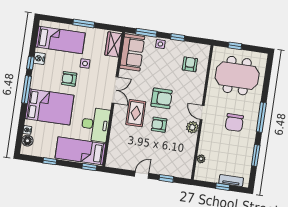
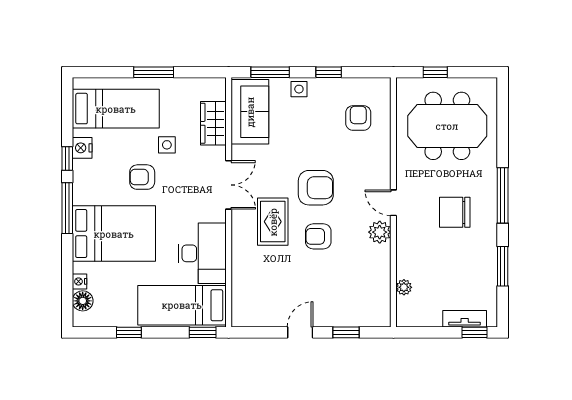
wardrobe: (113, 44) -> (213, 123), moved
chair: (234, 123) -> (455, 212), turned 90
window: (223, 187) -> (474, 332), moved

